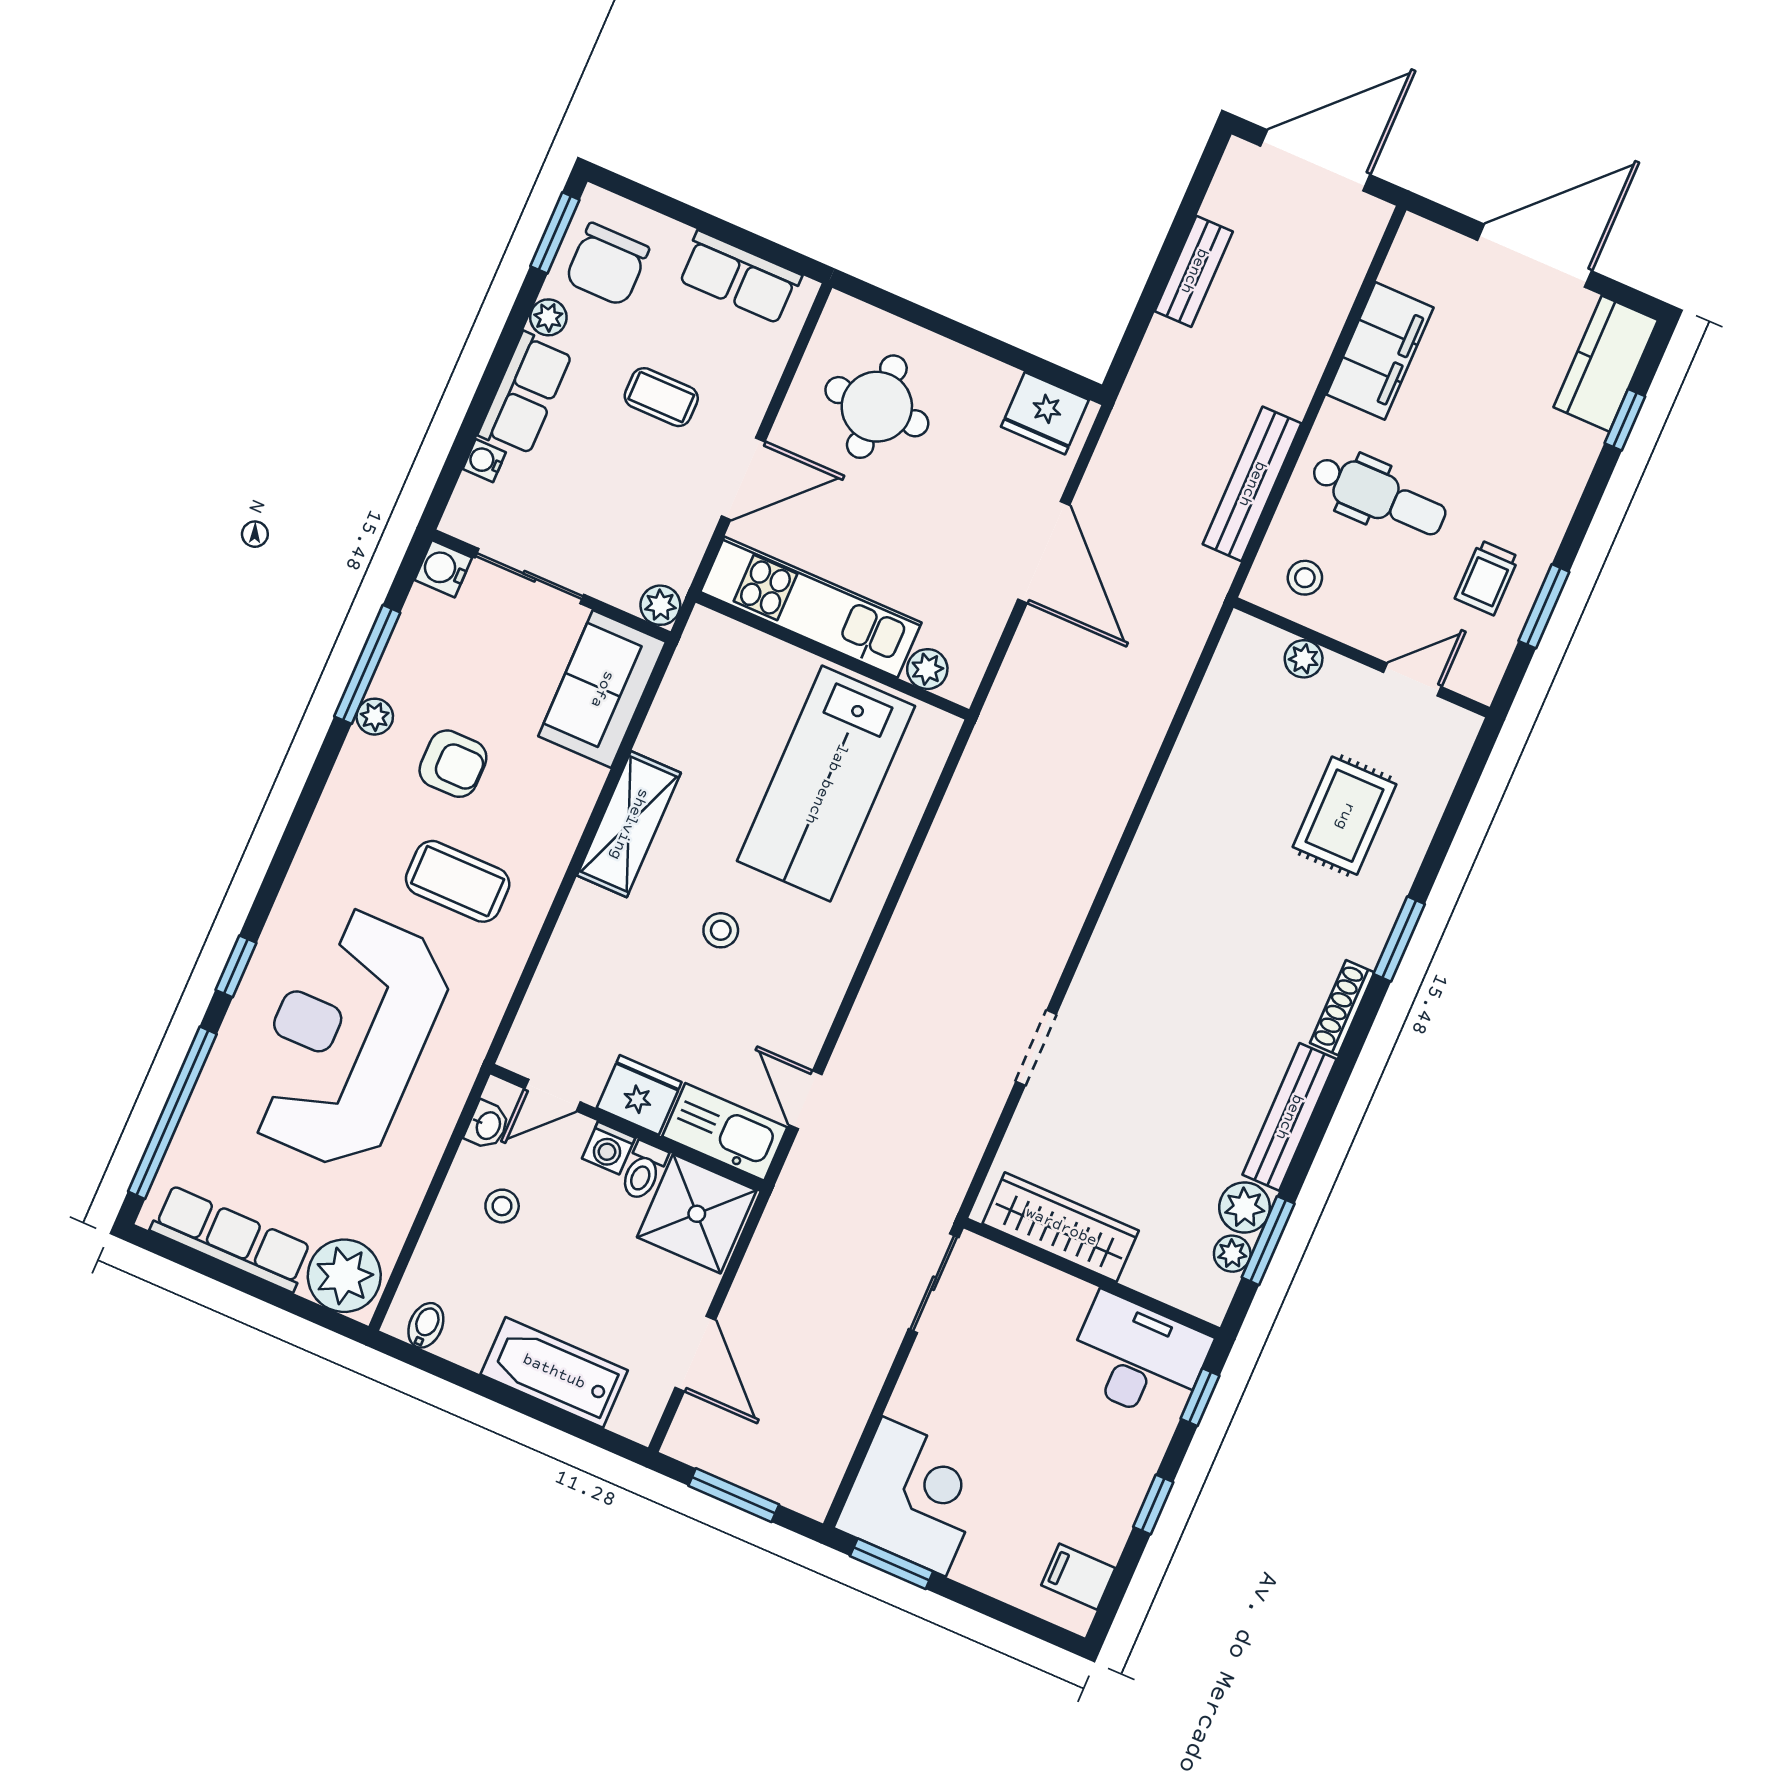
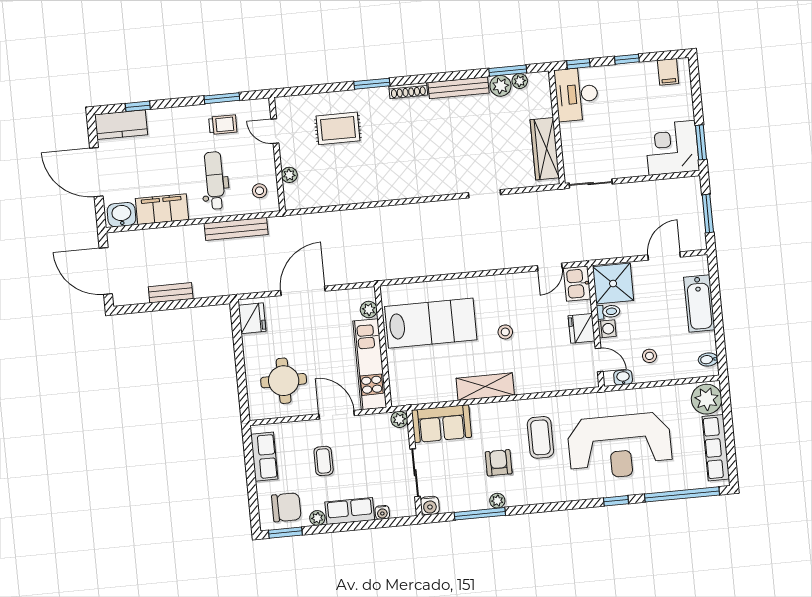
washbasin: (1416, 259) -> (122, 215), added
kitchen sink: (725, 1132) -> (577, 284), width x0.73

